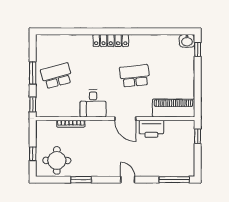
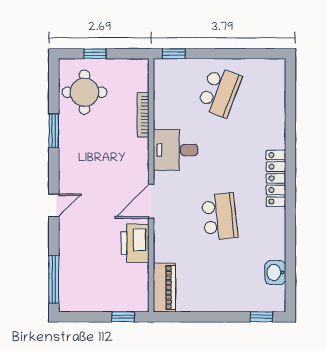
washbasin: (187, 41) -> (275, 273), moved
window: (33, 73) -> (224, 54), removed
school desk: (57, 76) -> (219, 92), turned 36
piano: (174, 108) -> (164, 287), width x0.73, depth x0.75

